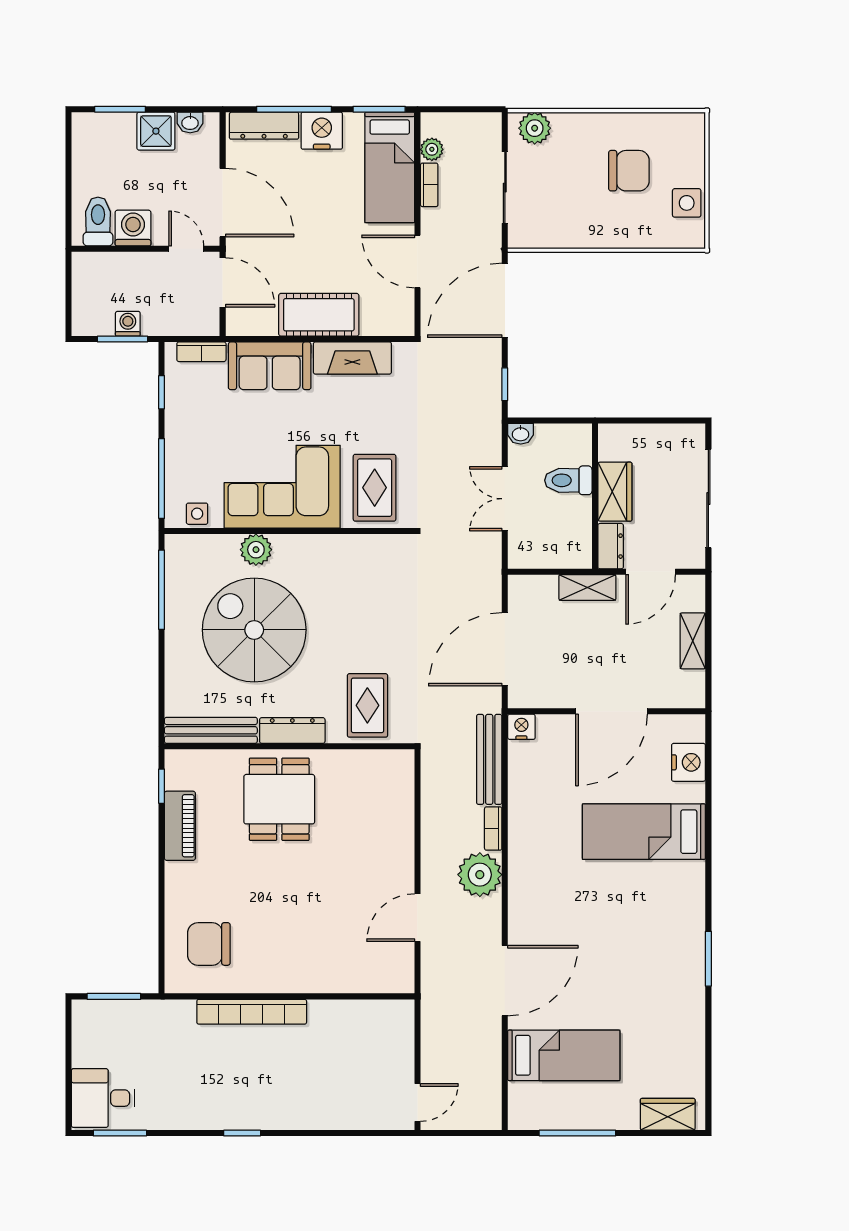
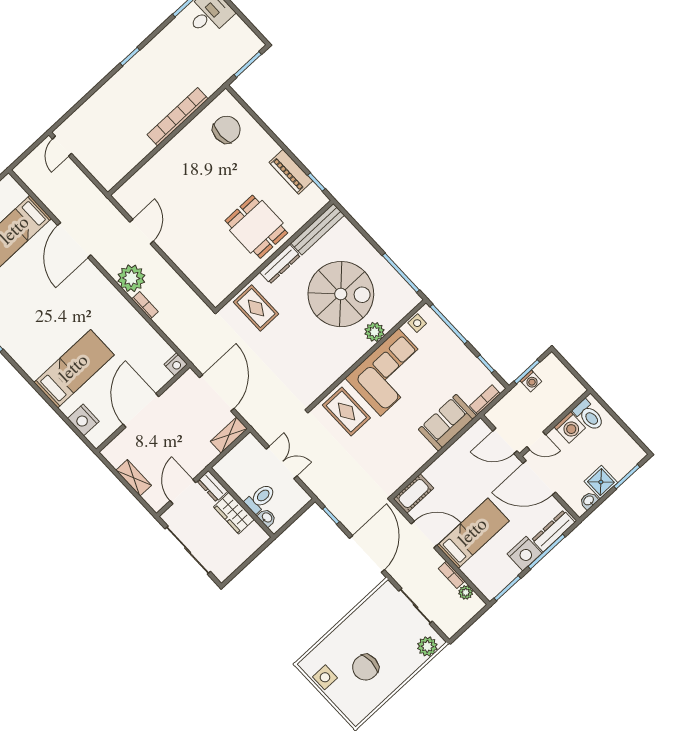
bed: (390, 167) -> (473, 533), moved, turned 90
cot: (319, 315) -> (414, 493), moved, width x0.73, depth x0.75
fireplace: (352, 358) -> (413, 462), removed
washbasin: (521, 434) -> (267, 518), moved, turned 90
shelving: (587, 587) -> (229, 435), moved
bench: (489, 759) -> (177, 335), removed

